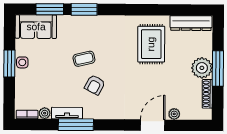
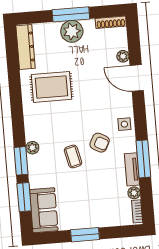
plant: (96, 21) -> (32, 148), added
side table: (22, 62) -> (124, 124), moved
shoe rack: (207, 94) -> (111, 22), moved

